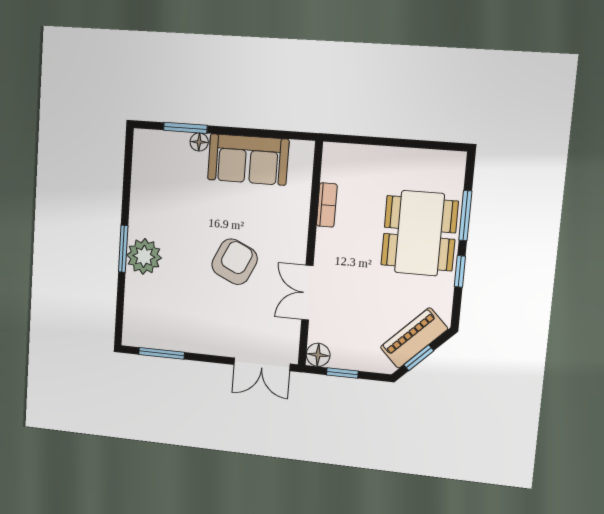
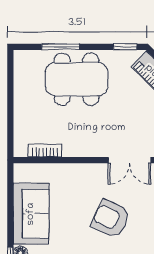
bookcase: (327, 205) -> (45, 150), moved
window: (460, 271) -> (125, 47), moved

